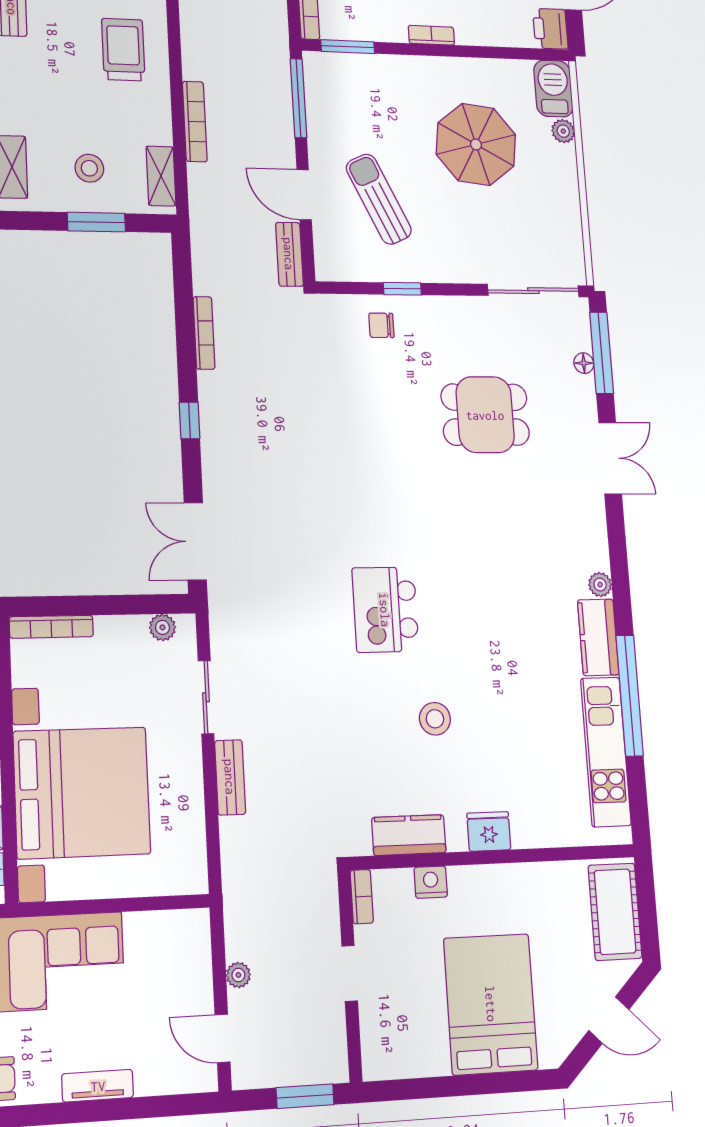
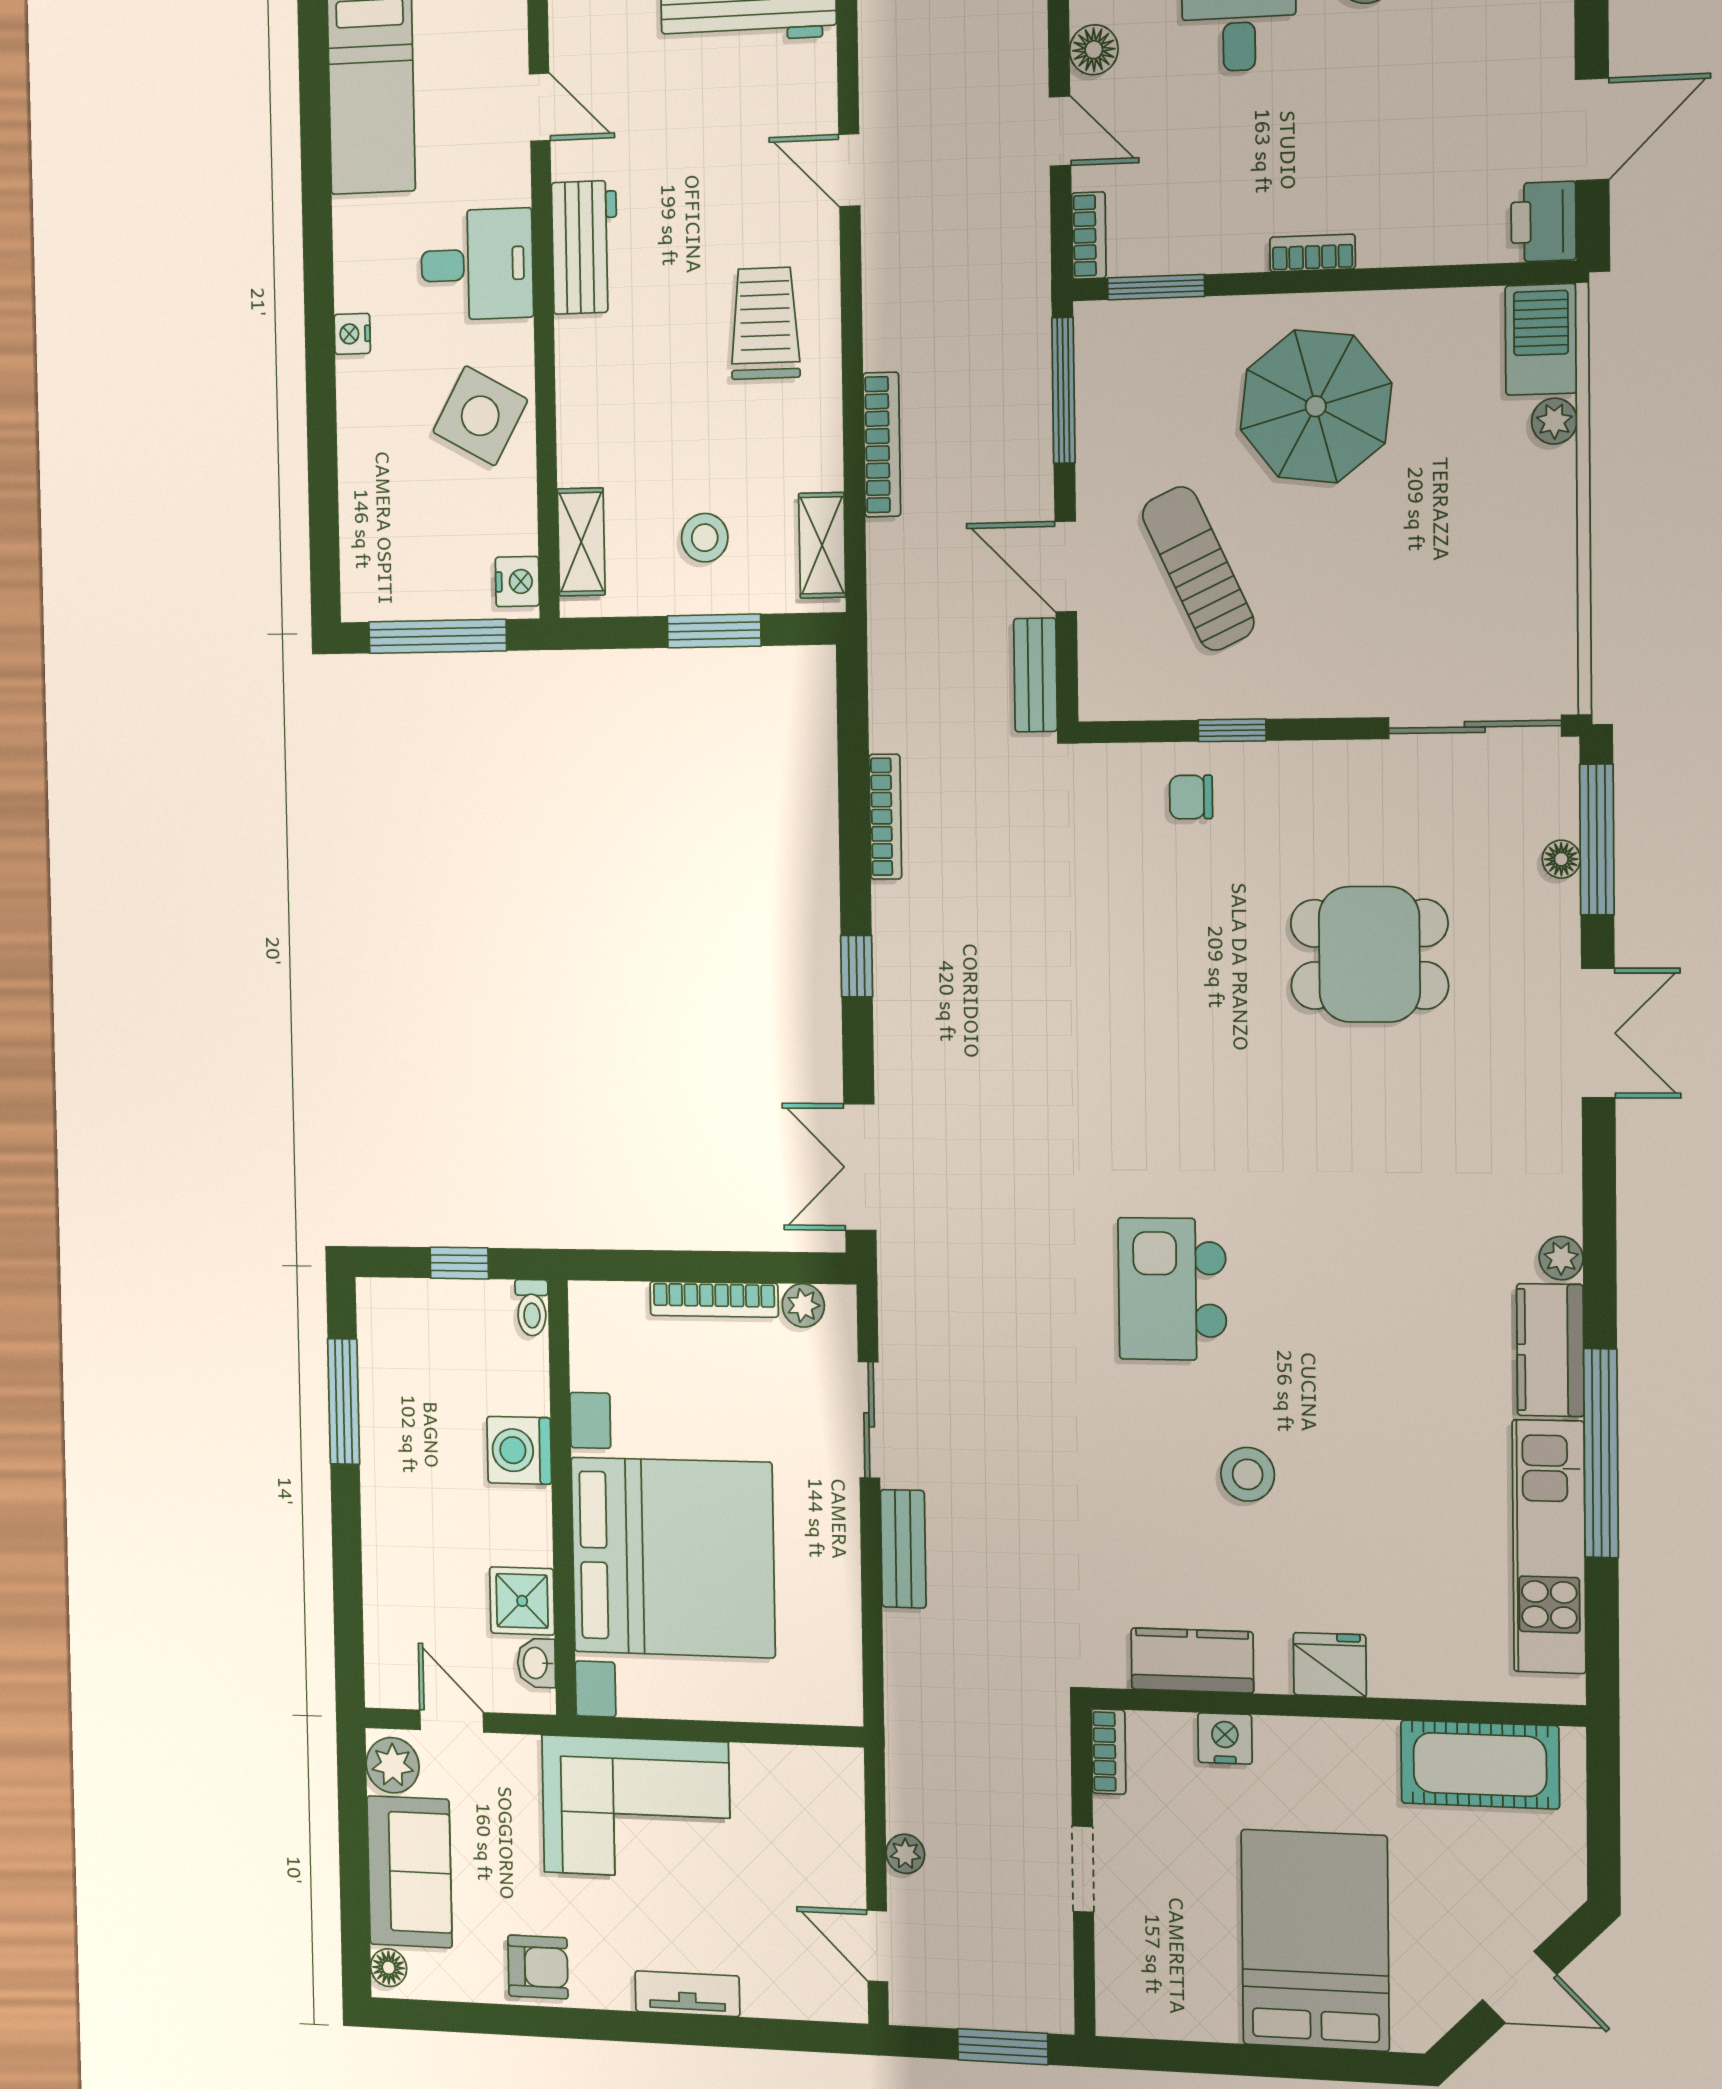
parasol: (476, 144) -> (1316, 406), moved
bookcase: (51, 627) -> (714, 1299), moved
cot: (615, 912) -> (1480, 1765), moved, turned 90

